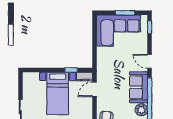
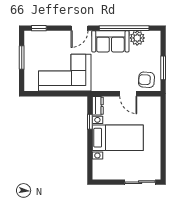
corner sofa: (119, 31) -> (65, 73), moved, turned -90
door: (95, 89) -> (128, 94), moved

